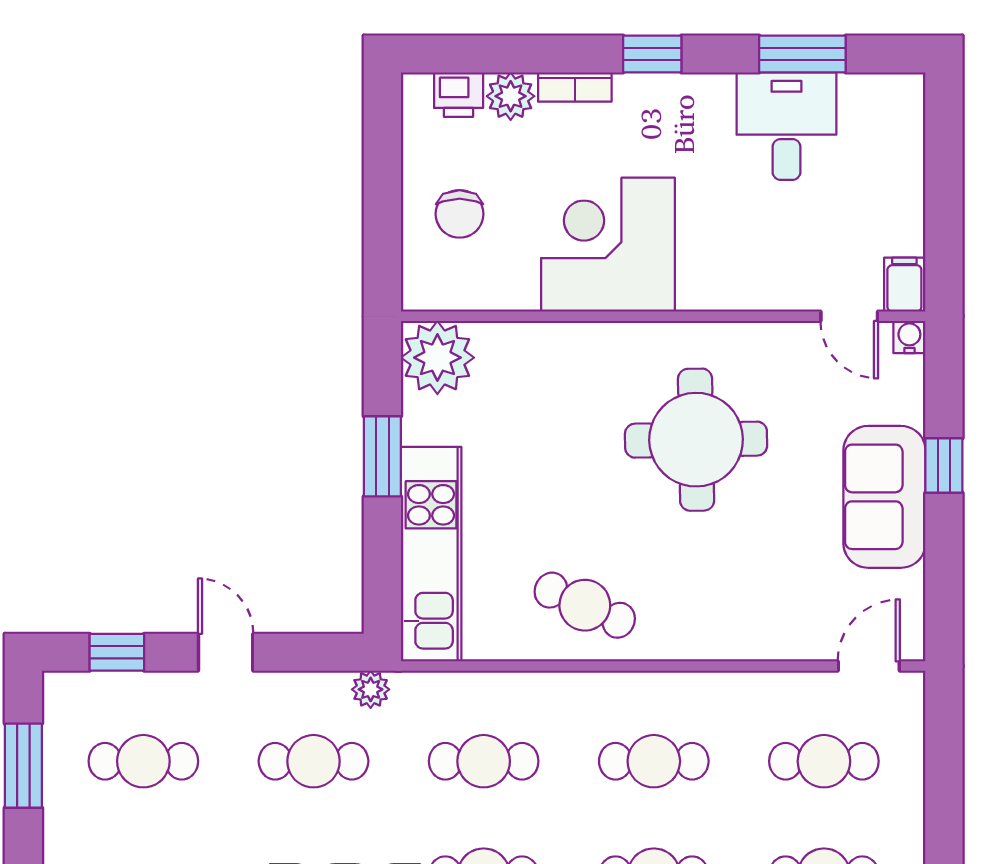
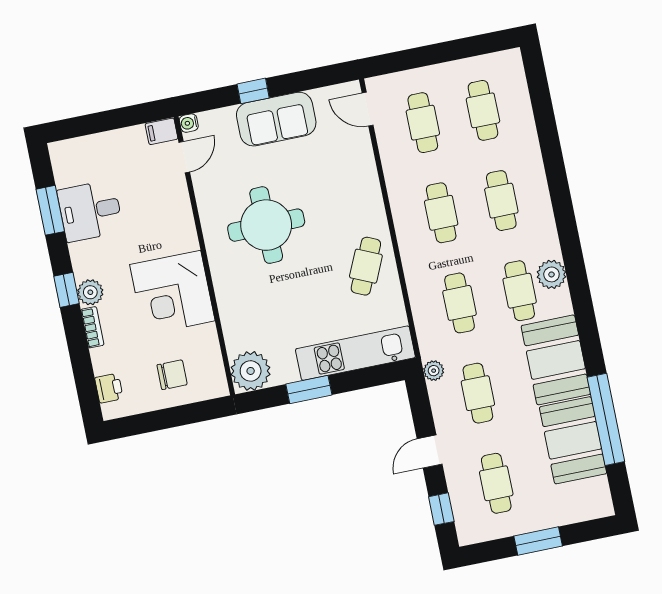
plant: (511, 96) -> (90, 292), moved
window: (23, 766) -> (538, 541), moved

